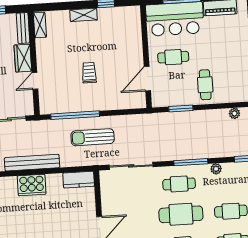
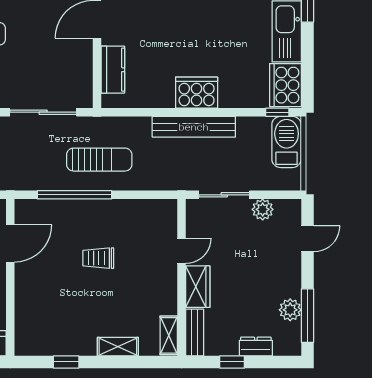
shelving: (84, 15) -> (118, 347), moved
trolley: (89, 73) -> (98, 258), turned 90
window: (75, 115) -> (74, 195), moved
kitchen counter: (79, 180) -> (113, 70), moved, turned 90

